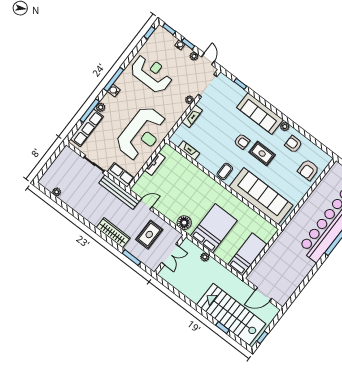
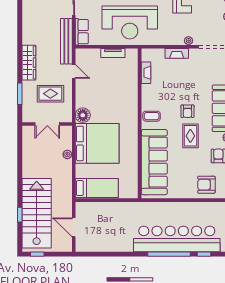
bed: (214, 228) -> (97, 143), width x1.36

